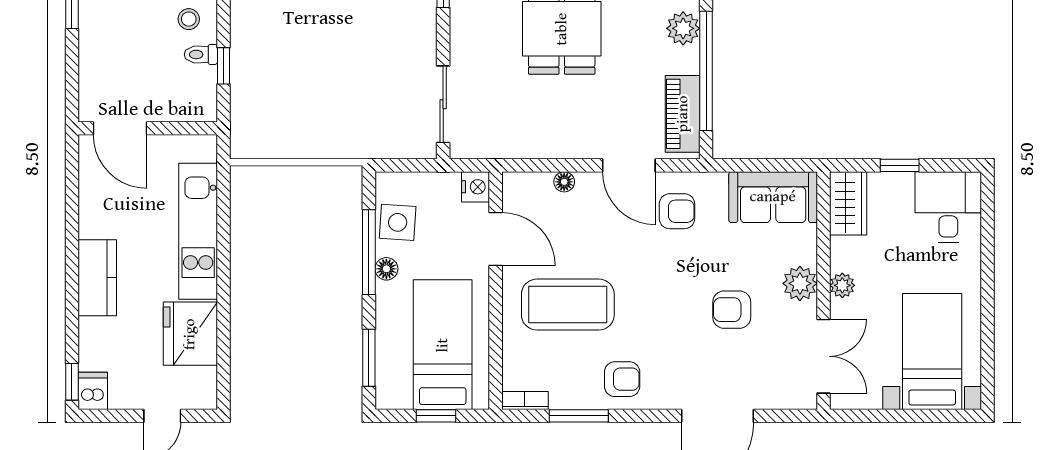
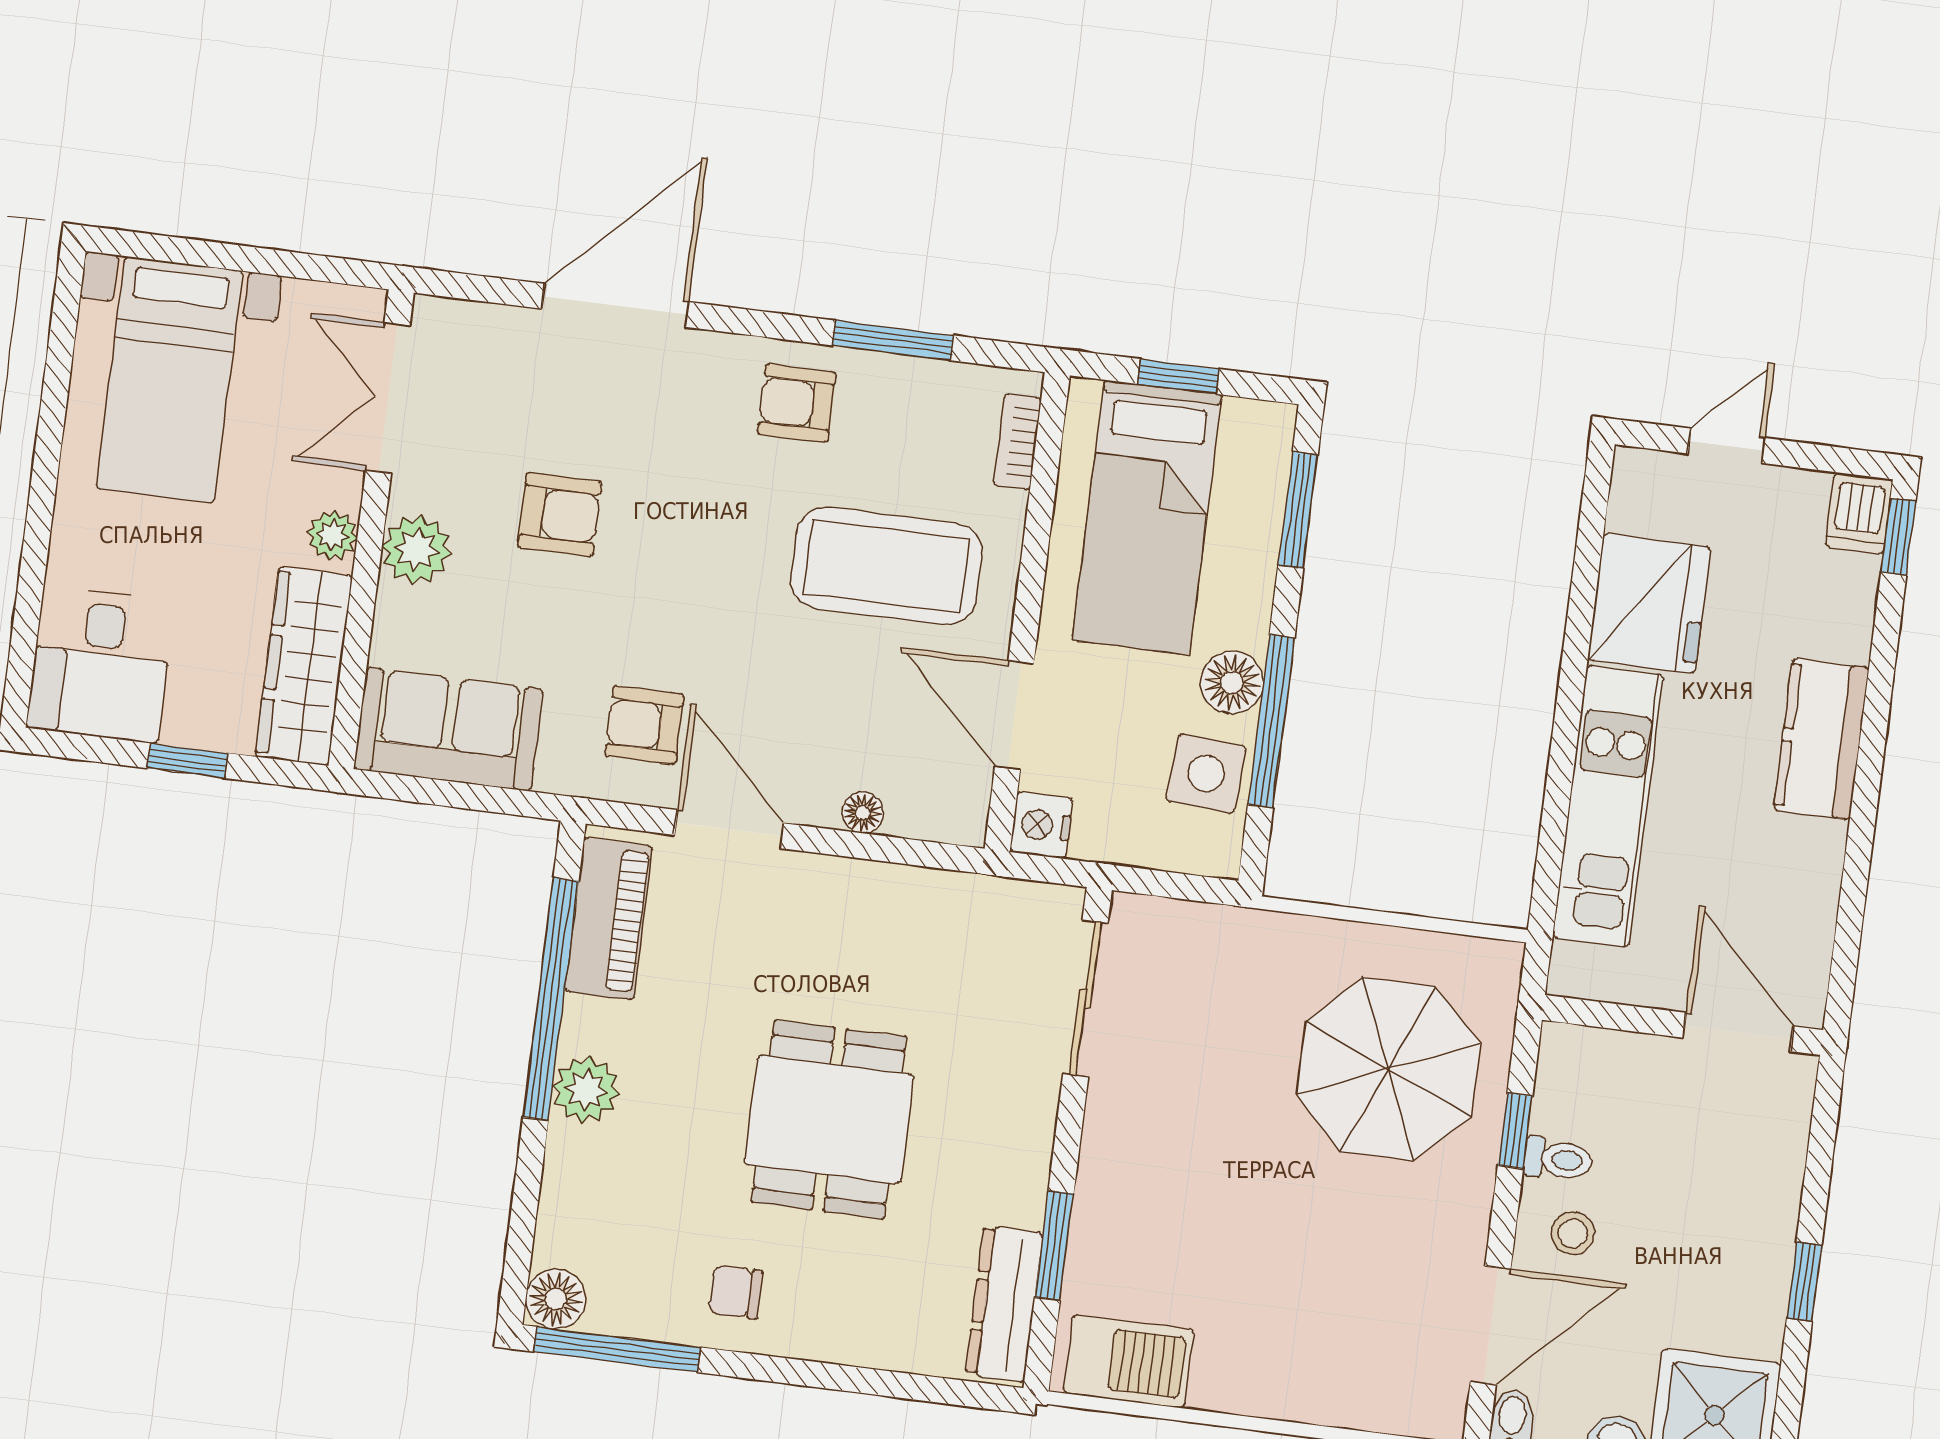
parasol: (290, 88) -> (1388, 1069), added
wardrobe: (848, 203) -> (304, 666), width x1.50
floor lamp: (386, 269) -> (1232, 682), width x1.37, depth x1.37
bookcase: (525, 401) -> (1017, 442), moved, turned 90

